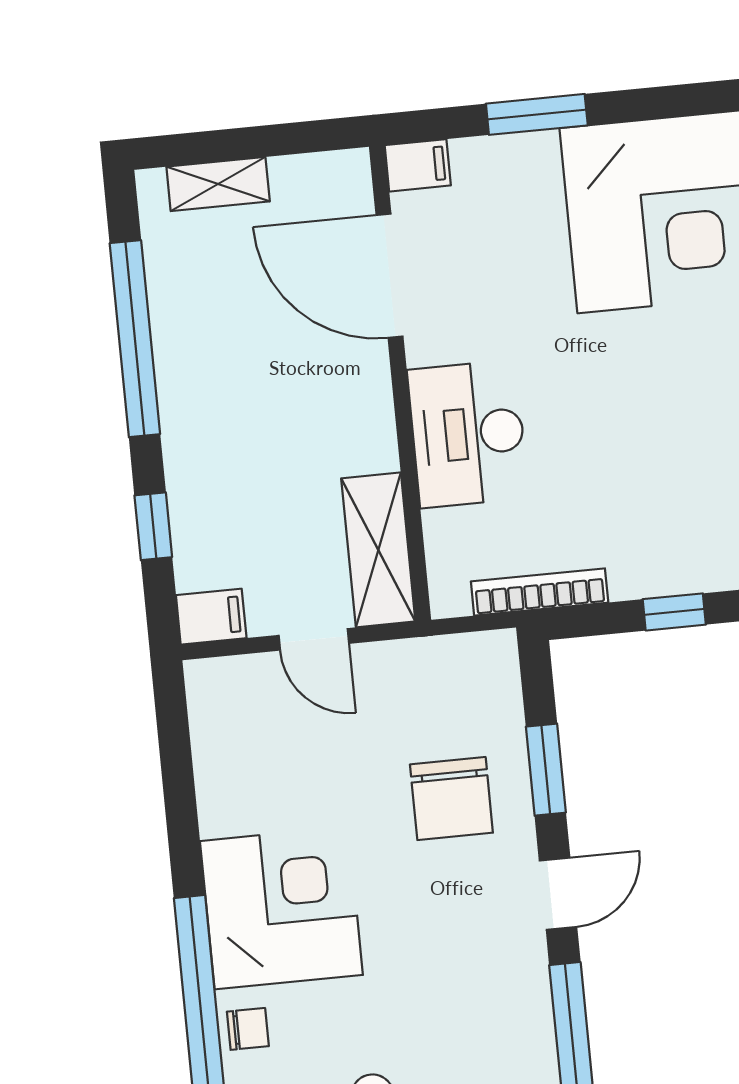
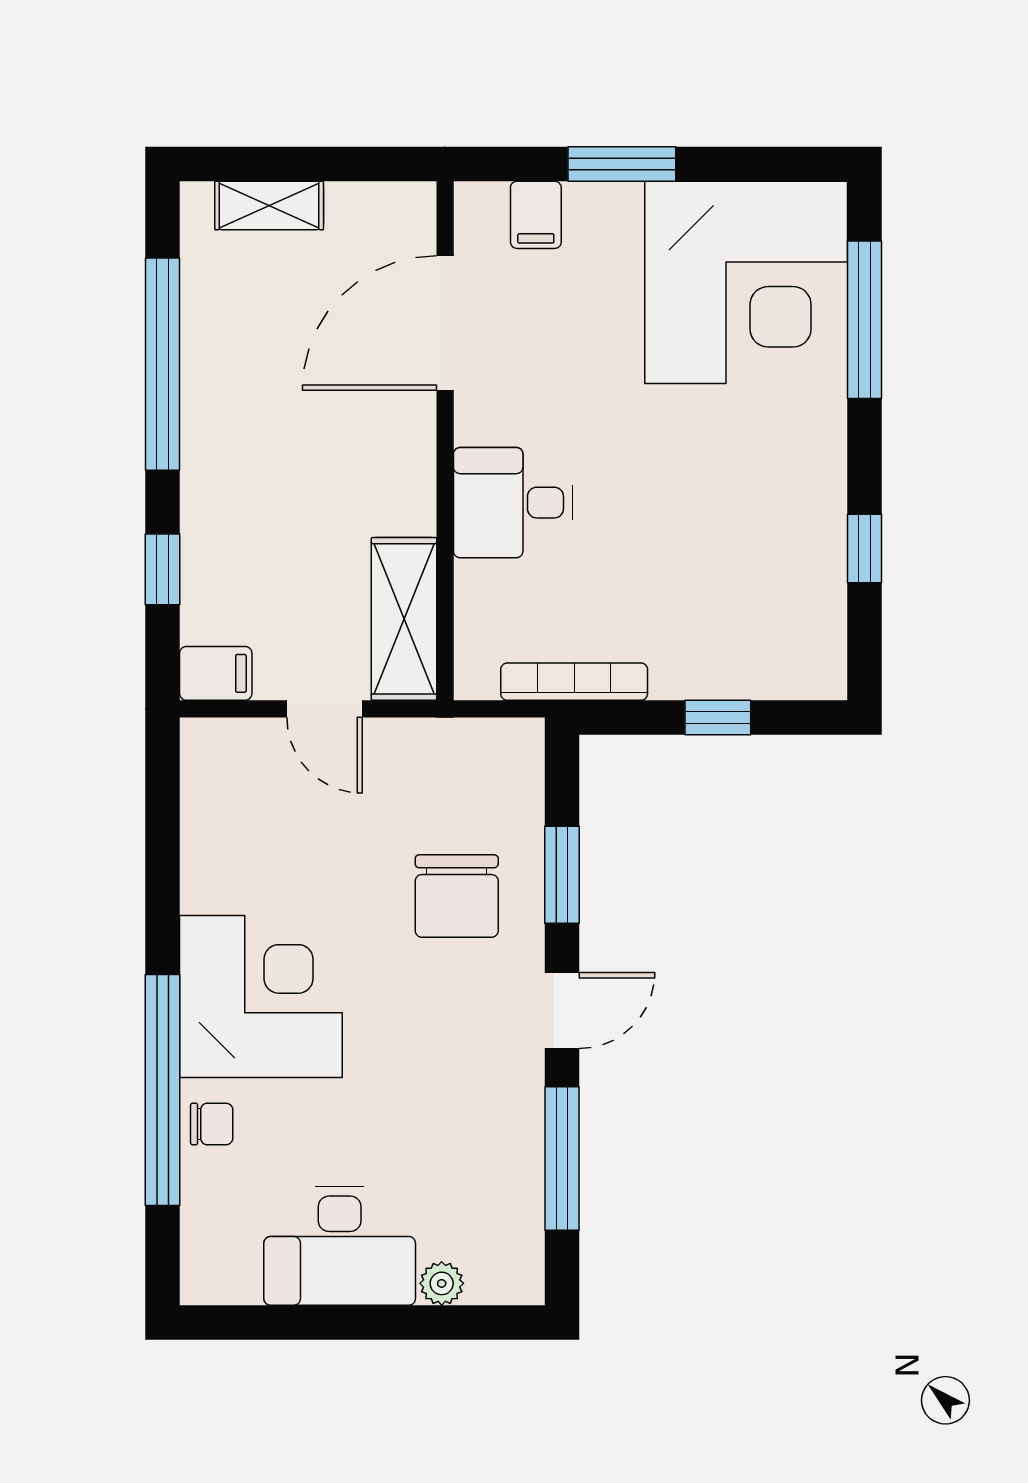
filing cabinet: (418, 165) -> (536, 215), moved, turned 90
door: (389, 276) -> (445, 323), hinge flipped
desk: (468, 434) -> (513, 503), width x0.73

